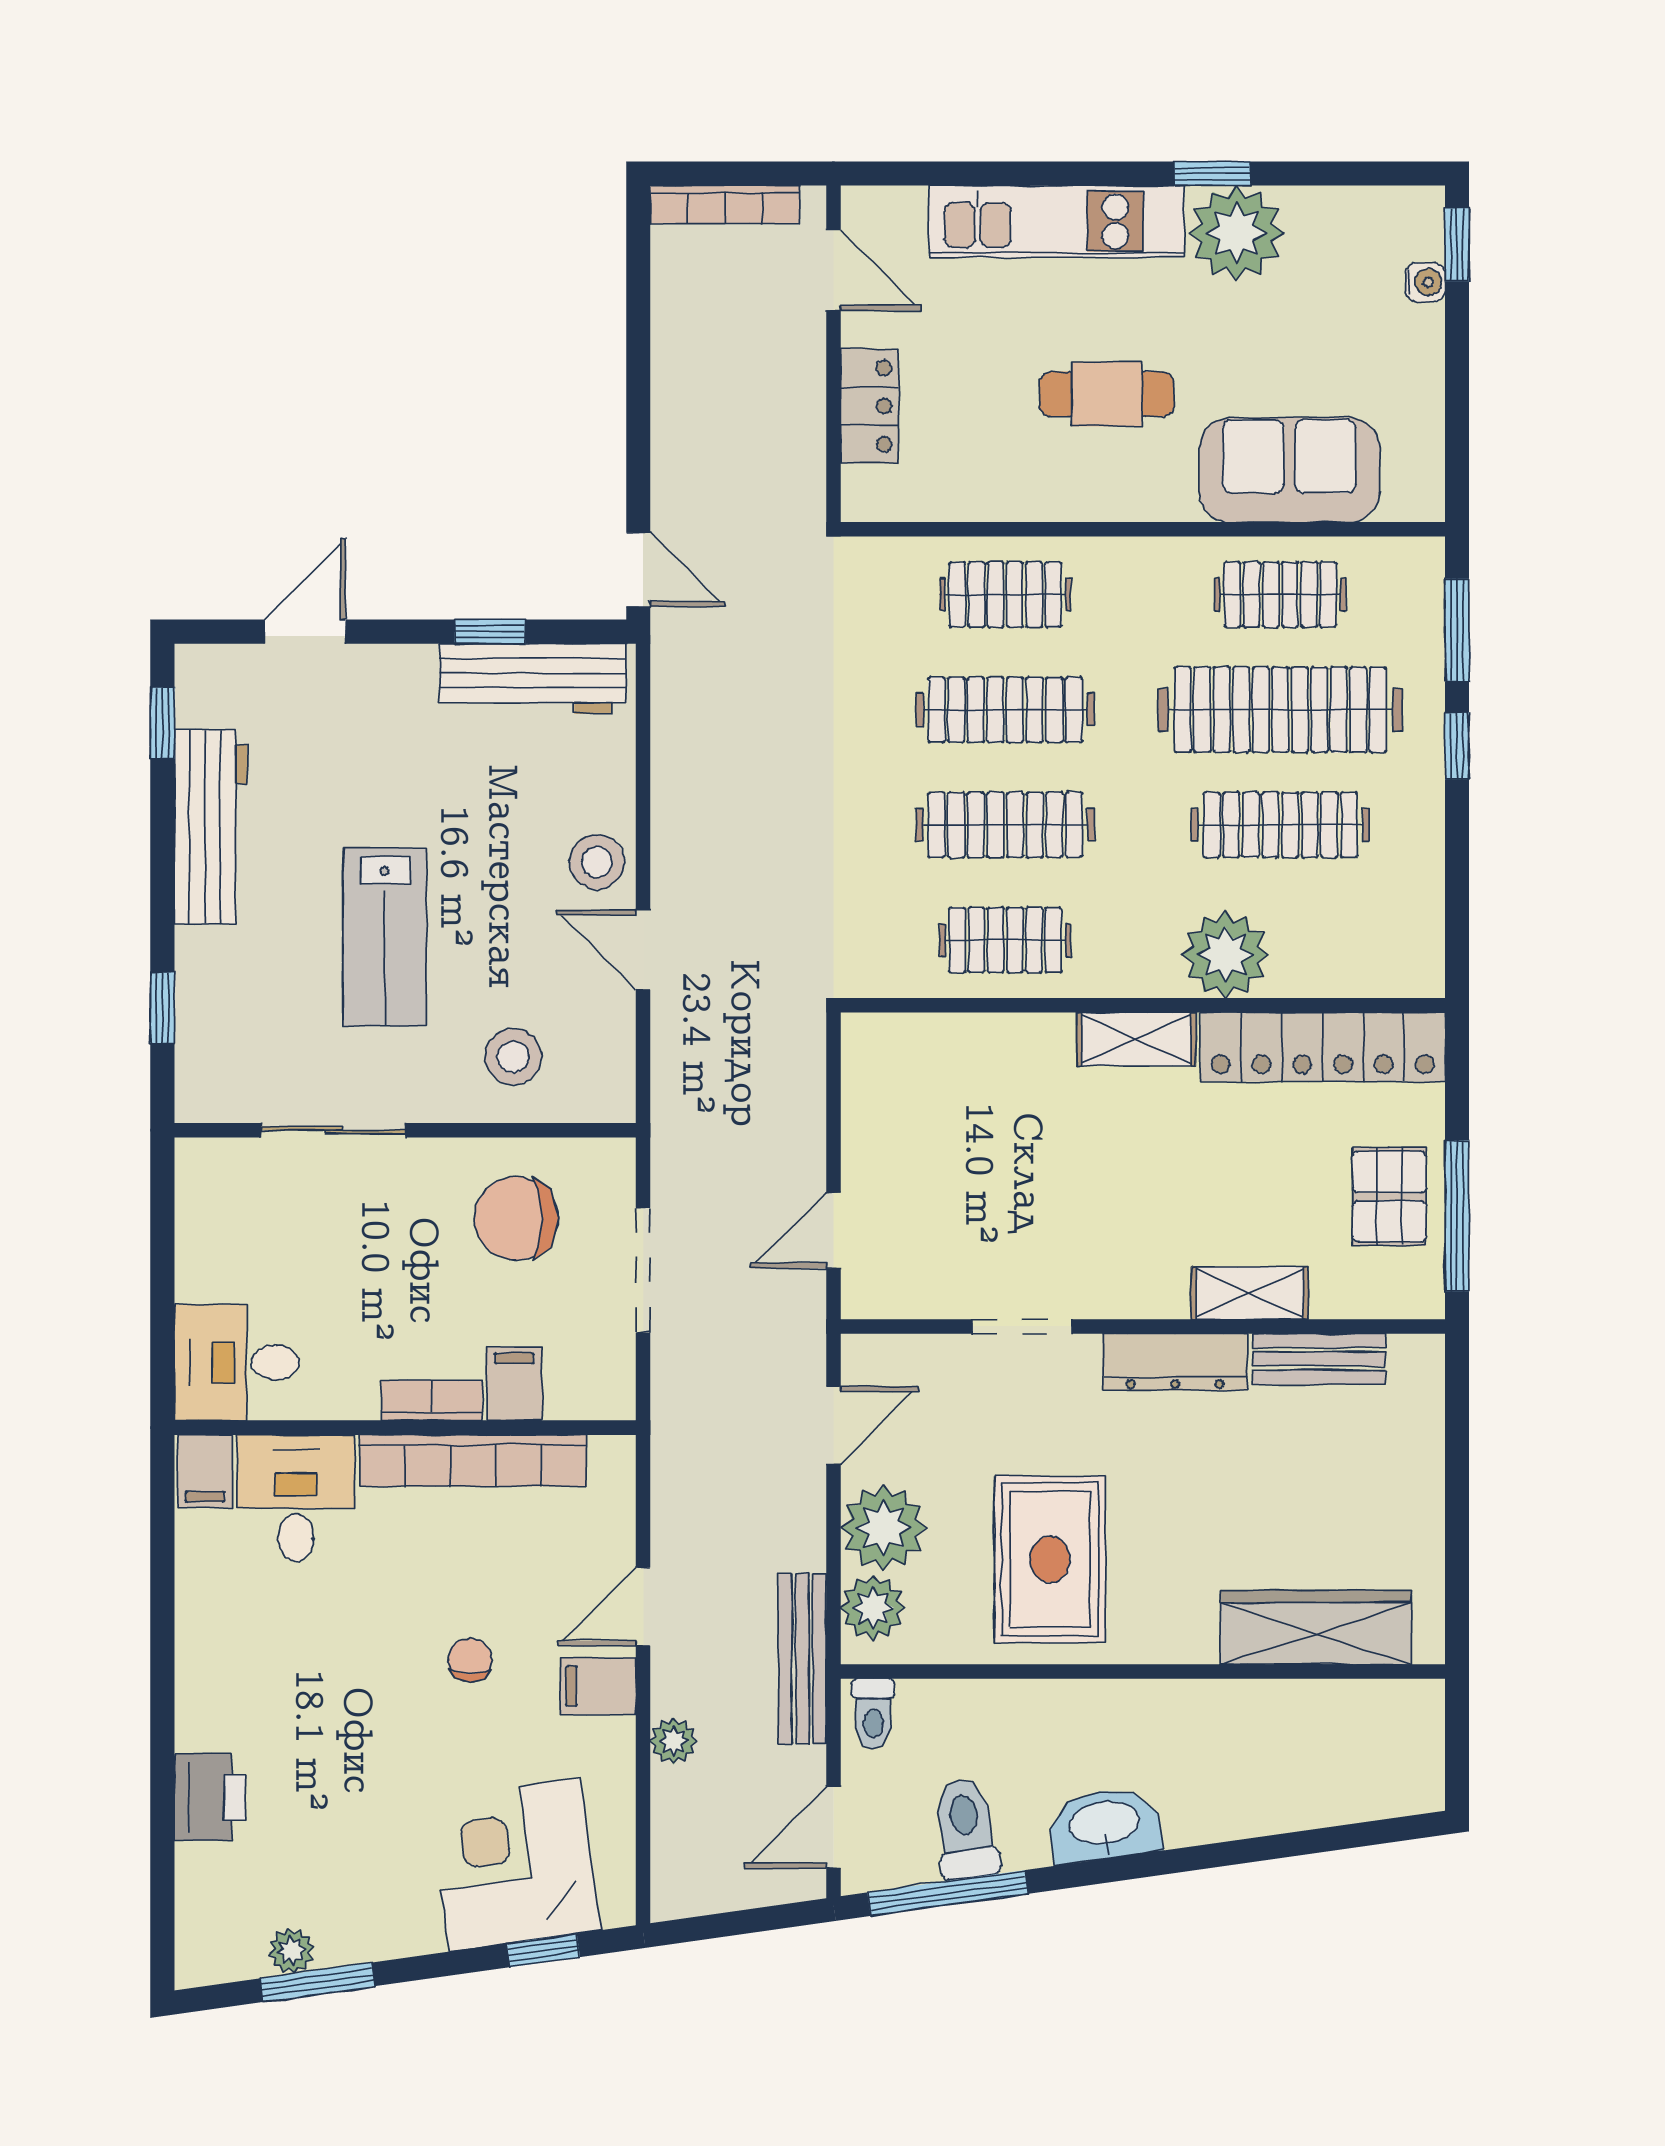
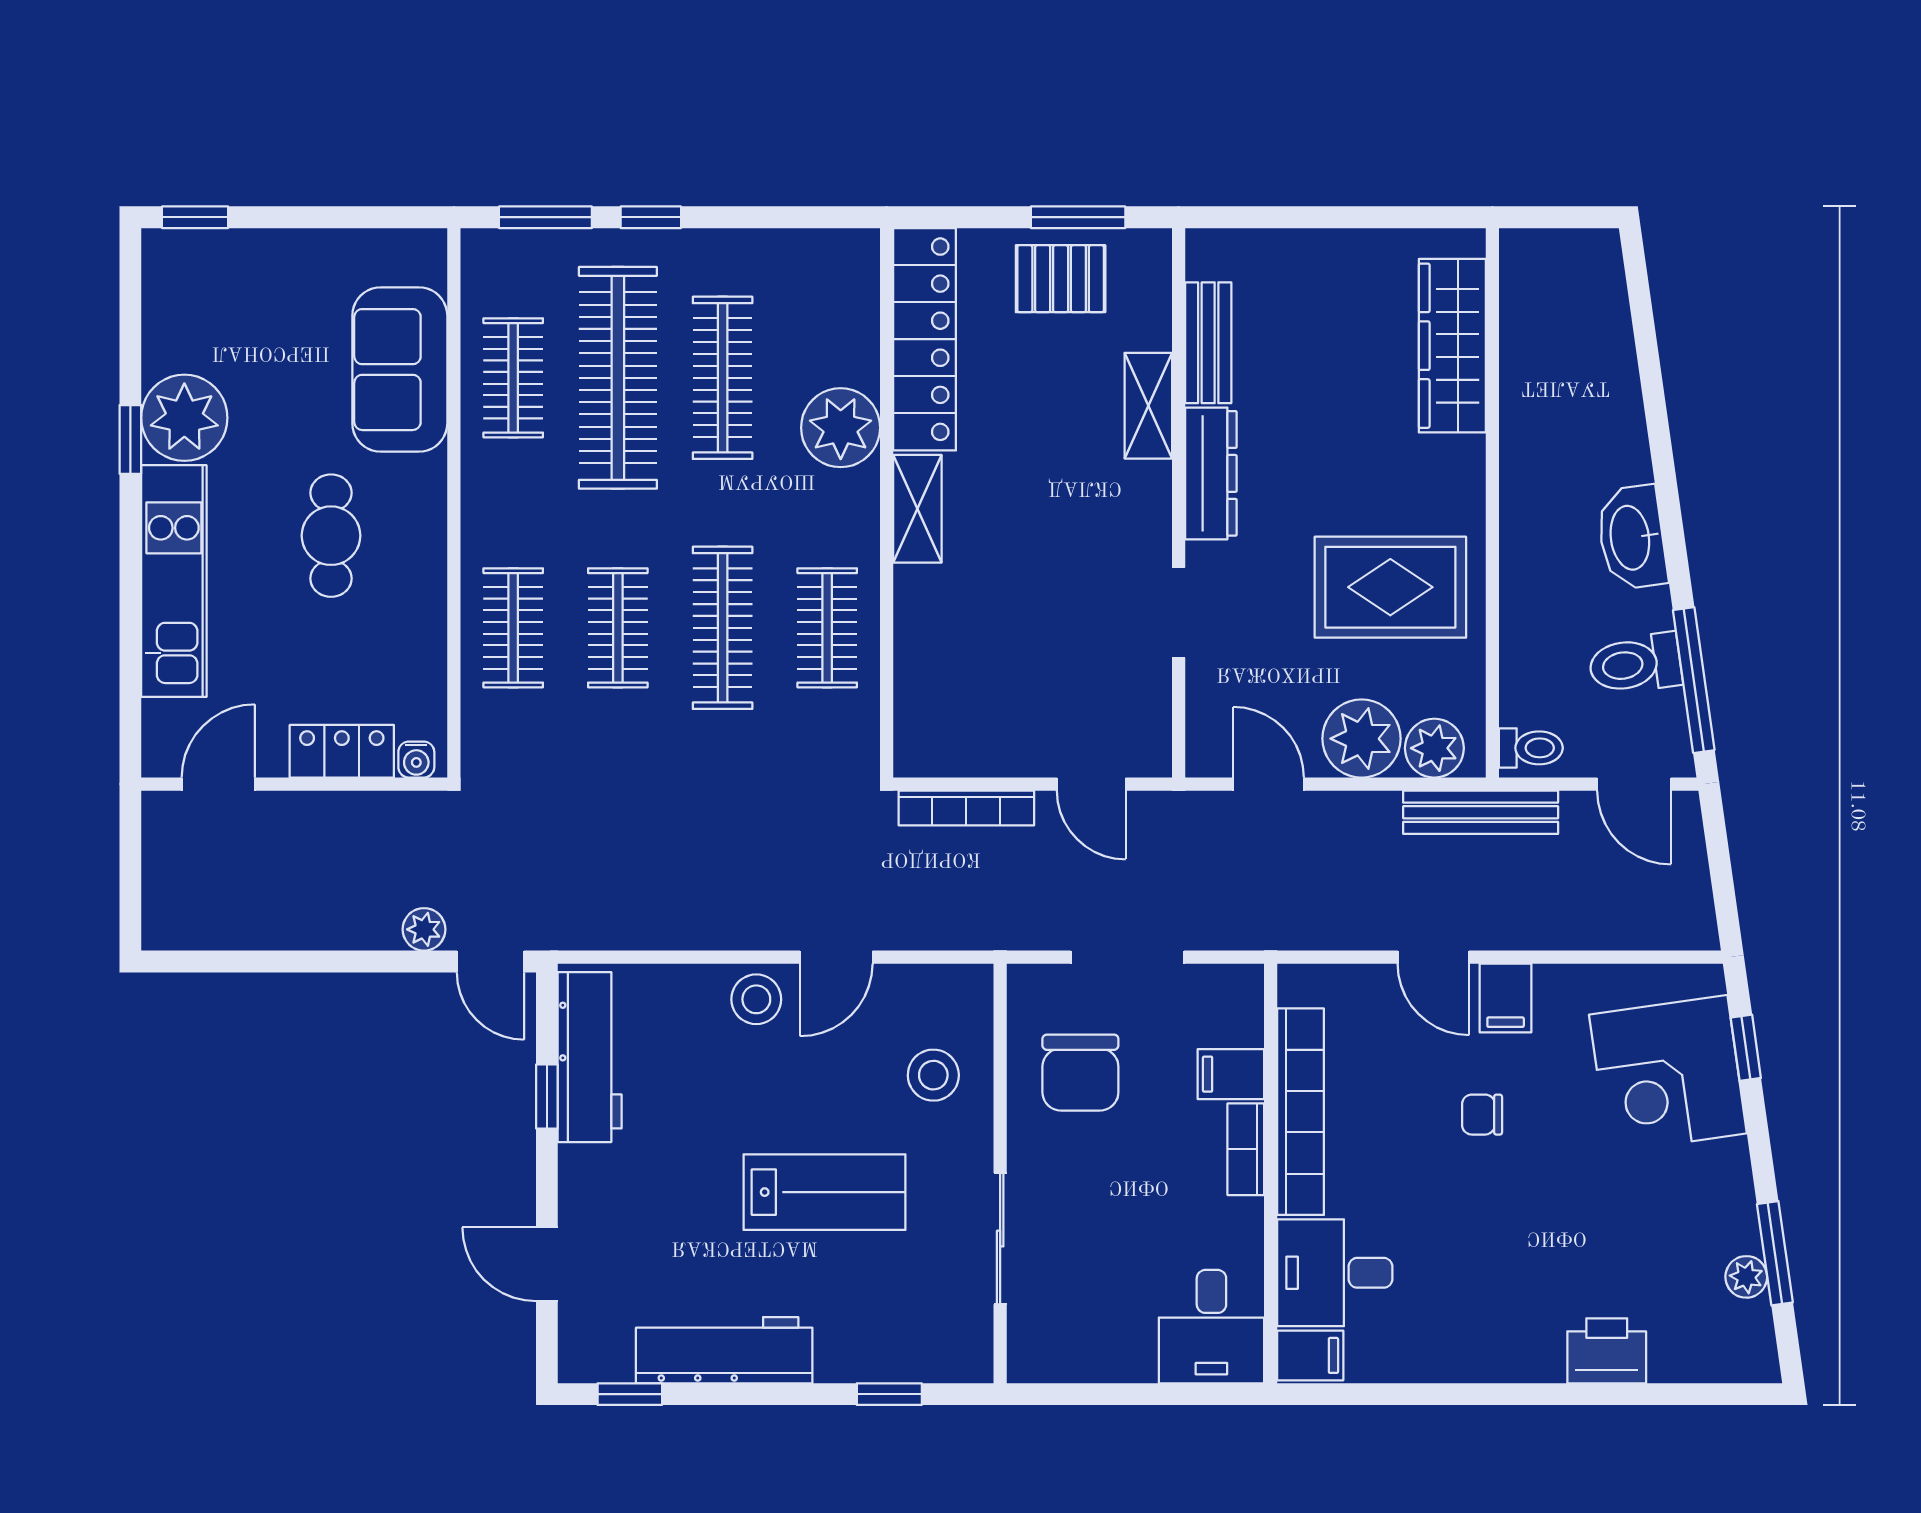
bookcase: (725, 205) -> (966, 808), moved, turned 90
water cooler: (1425, 282) -> (416, 760), moved, turned 180
door: (638, 570) -> (490, 961), swing flipped
clothes rail: (1005, 710) -> (618, 628), width x0.73
window: (1457, 1216) -> (1078, 217), width x0.69
plant: (674, 1741) -> (424, 929), moved

